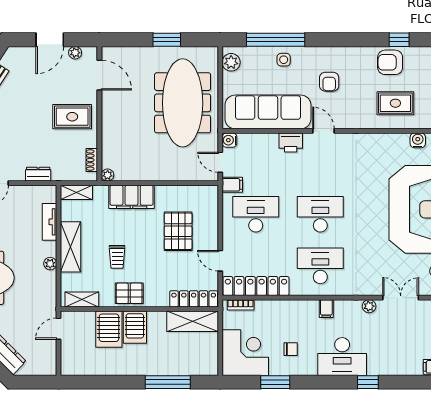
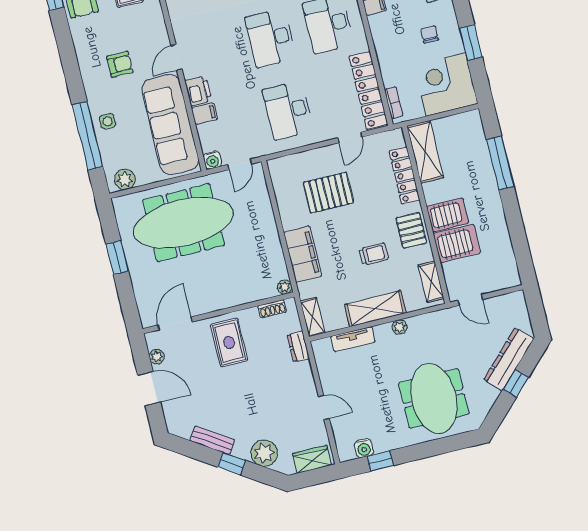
dresser: (38, 174) -> (298, 347), moved
filing cabinet: (232, 185) -> (204, 114), moved, turned 90
locker: (194, 299) -> (404, 176), moved

